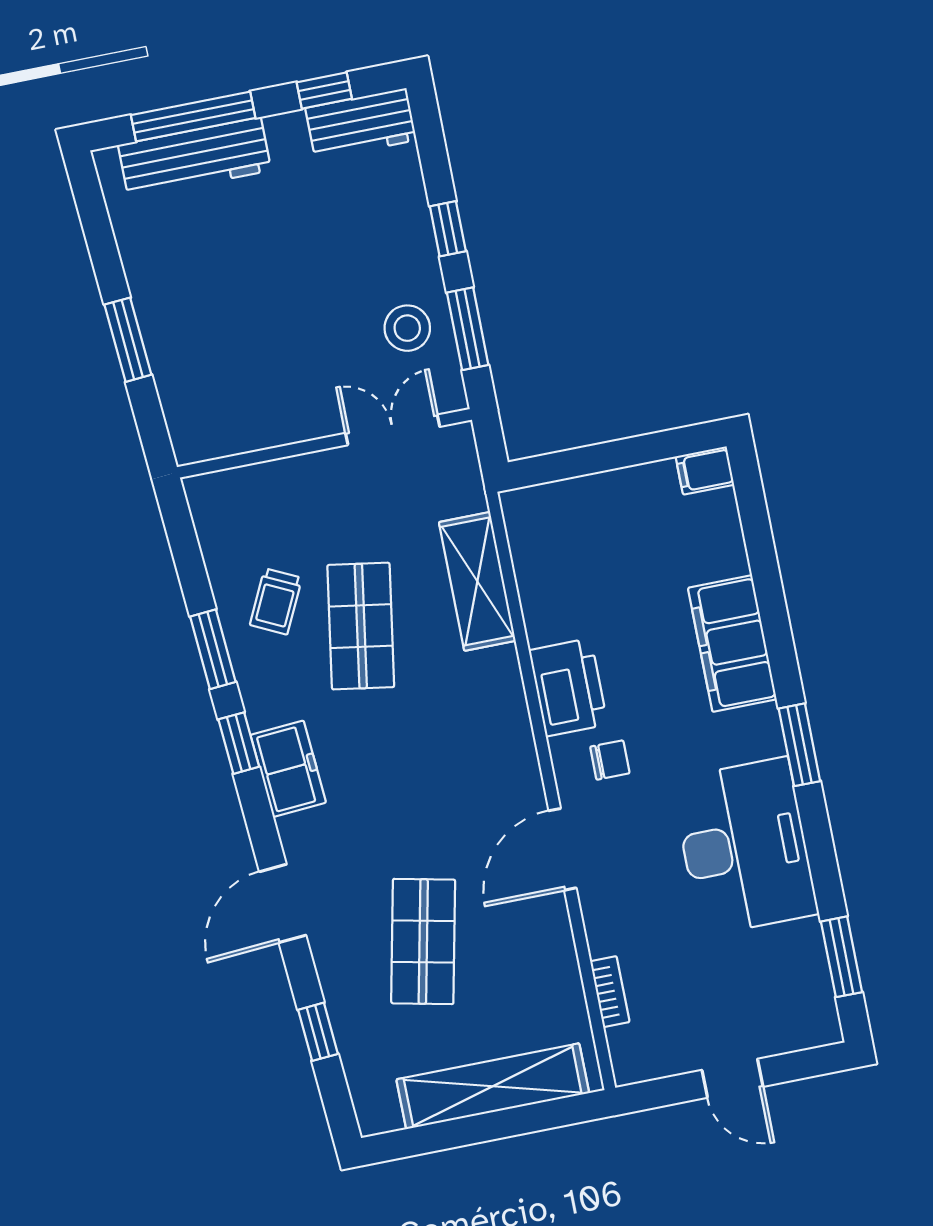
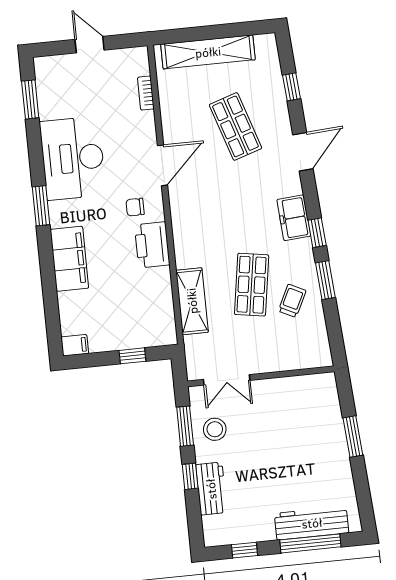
workbench: (361, 124) -> (211, 489), moved, turned 90
window: (587, 460) -> (132, 356), added
shop shelf: (423, 941) -> (235, 126), turned -30

